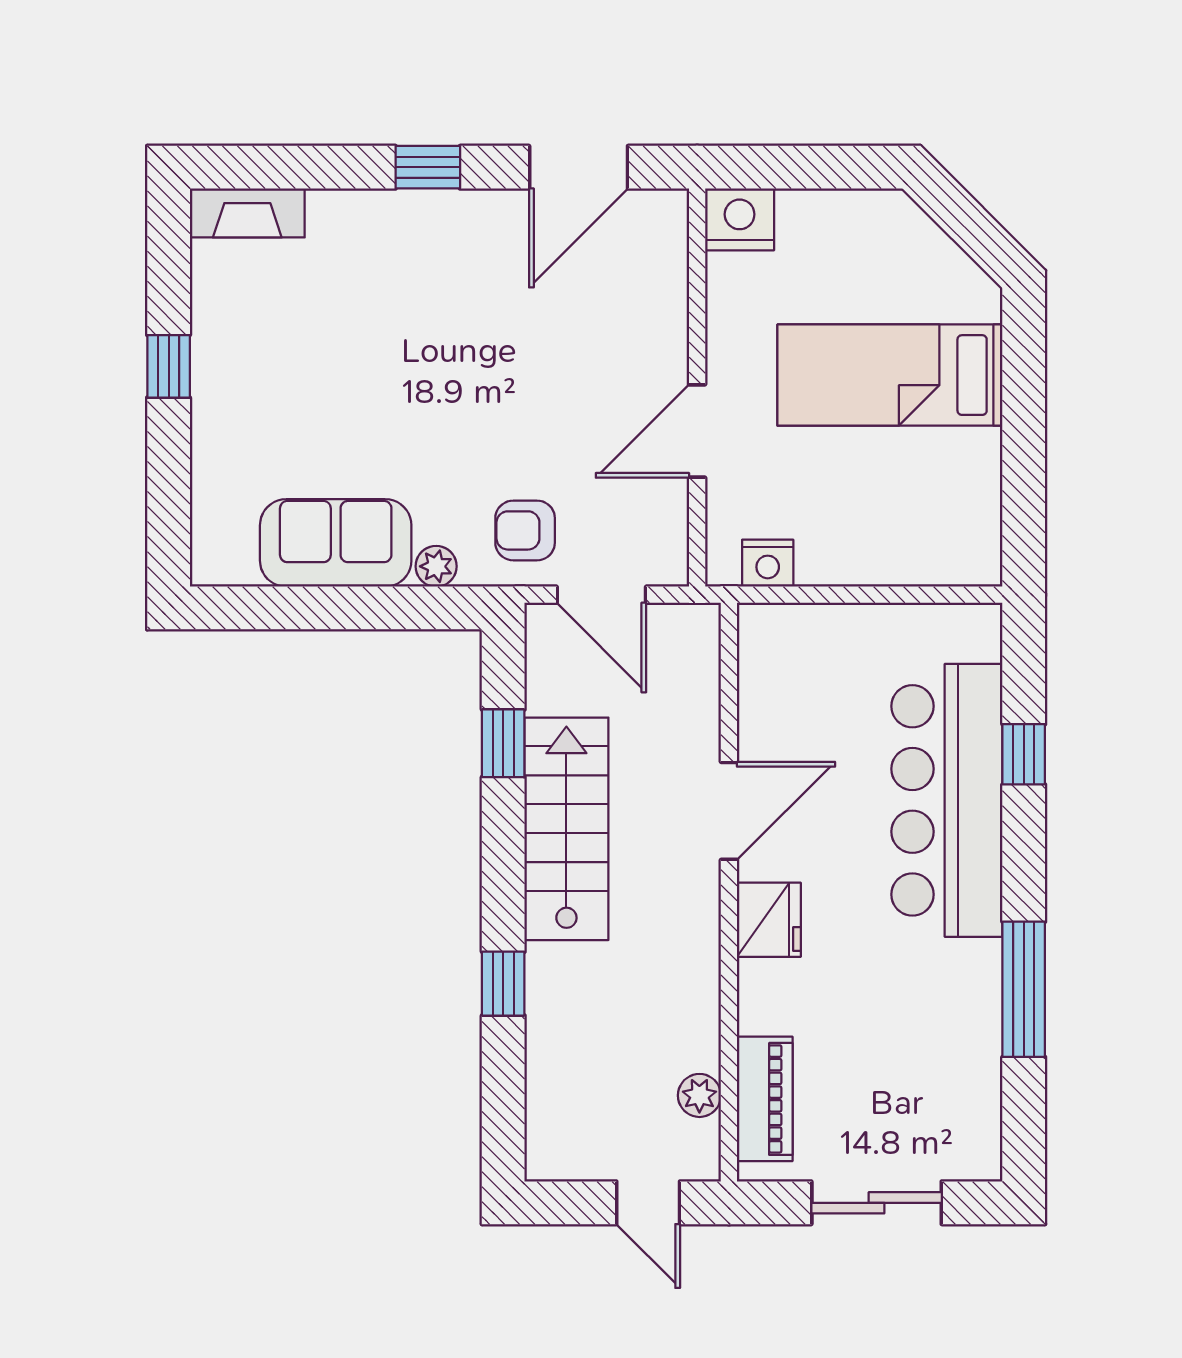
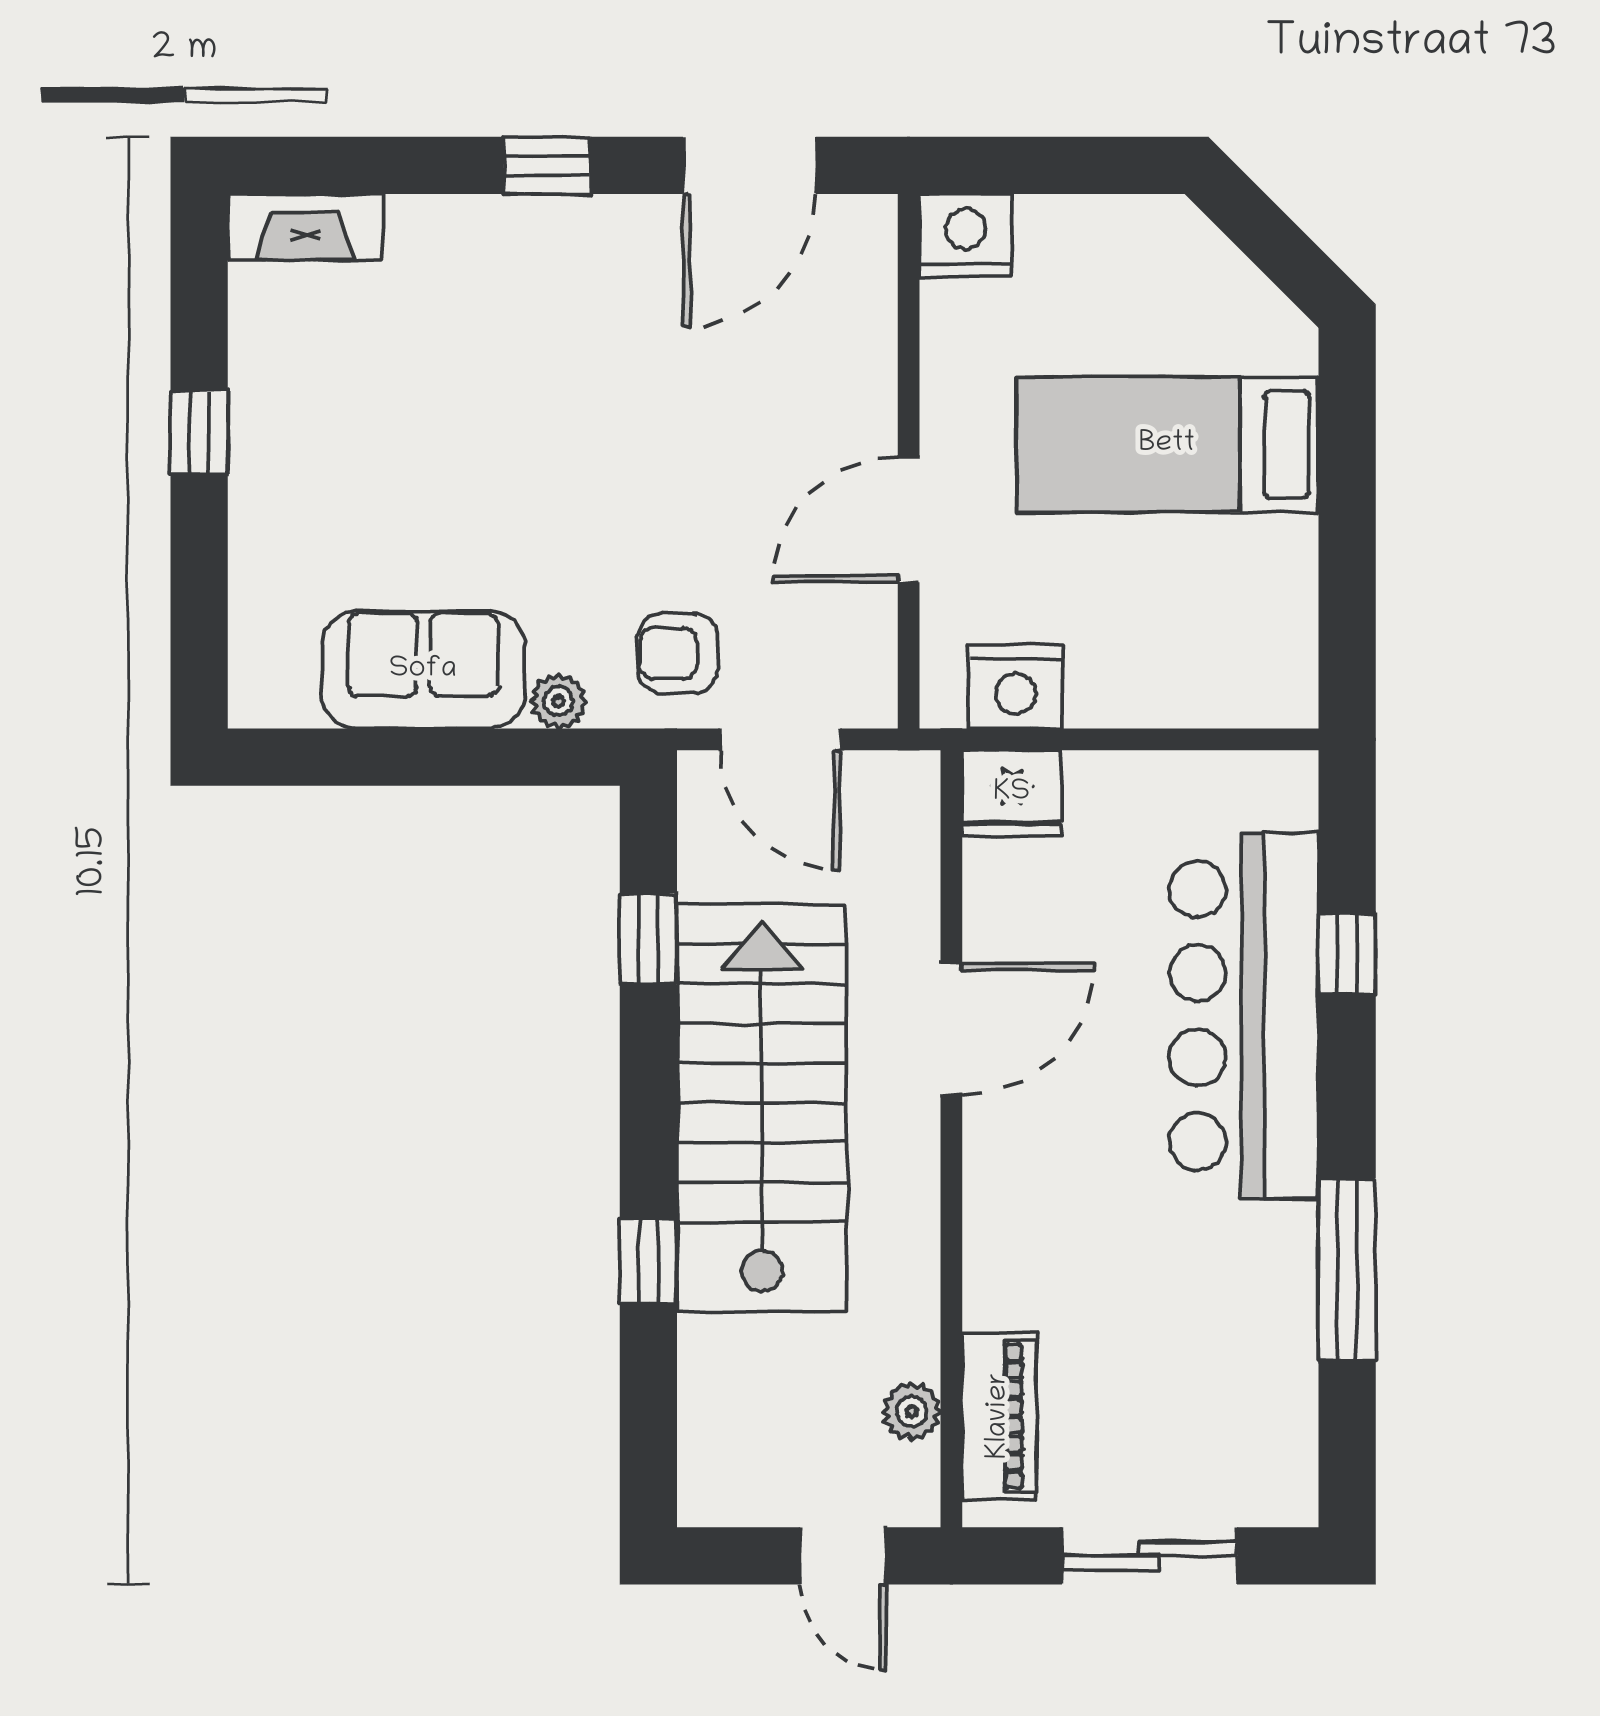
nightstand: (768, 563) -> (1016, 687), width x1.36, depth x1.33
stairs: (566, 829) -> (762, 1108), width x1.36, depth x1.51
fridge: (769, 920) -> (1012, 793), moved, turned 90

